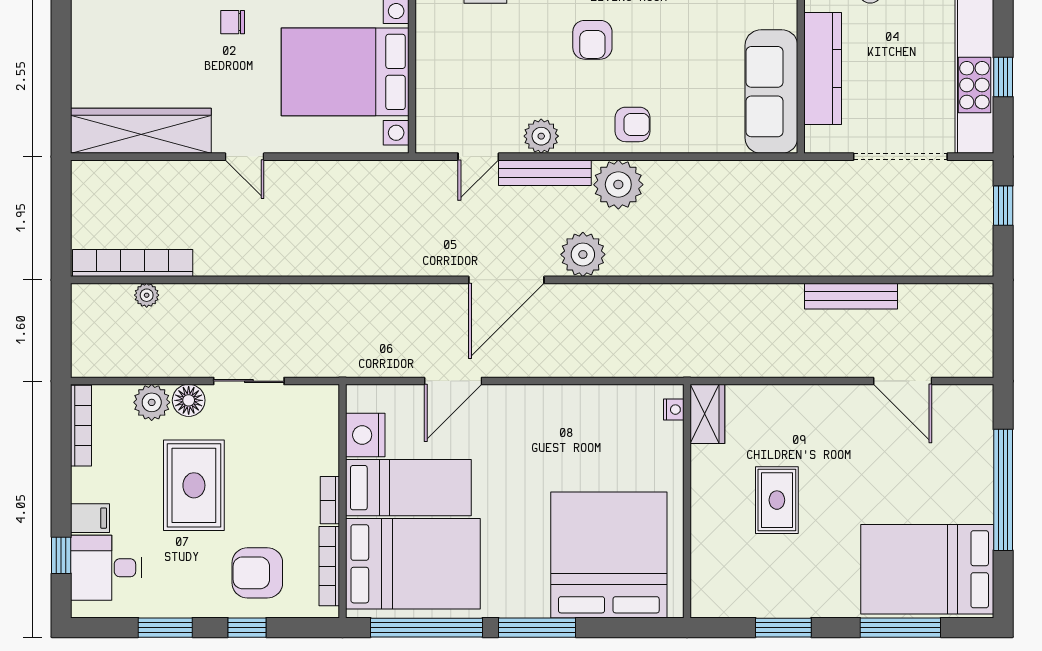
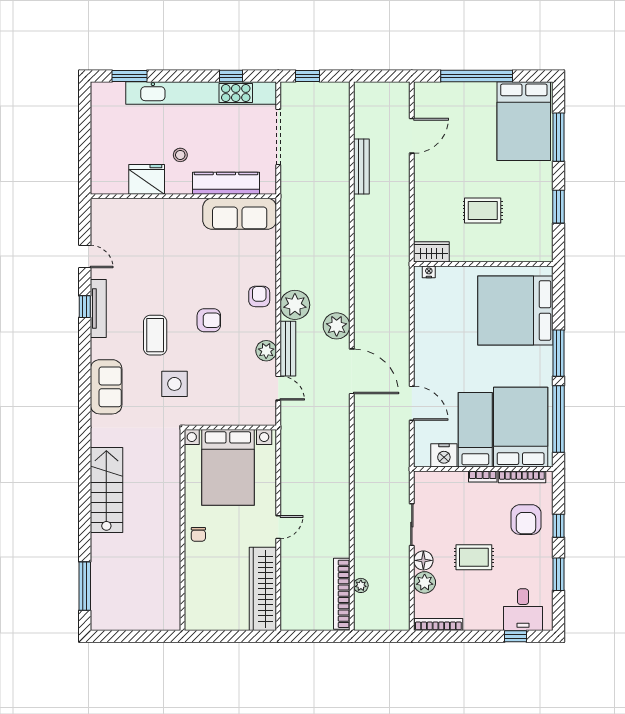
rug: (194, 485) -> (474, 557), width x0.73, depth x0.70
filing cabinet: (90, 518) -> (493, 619), removed

